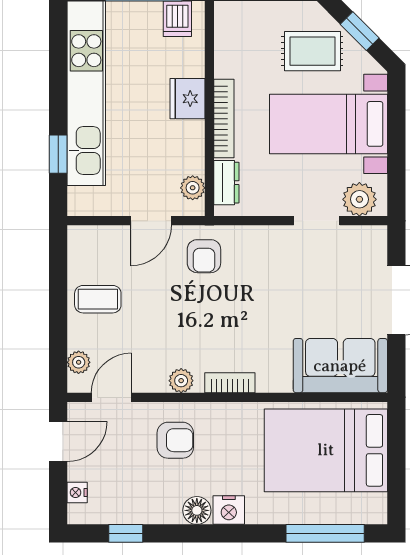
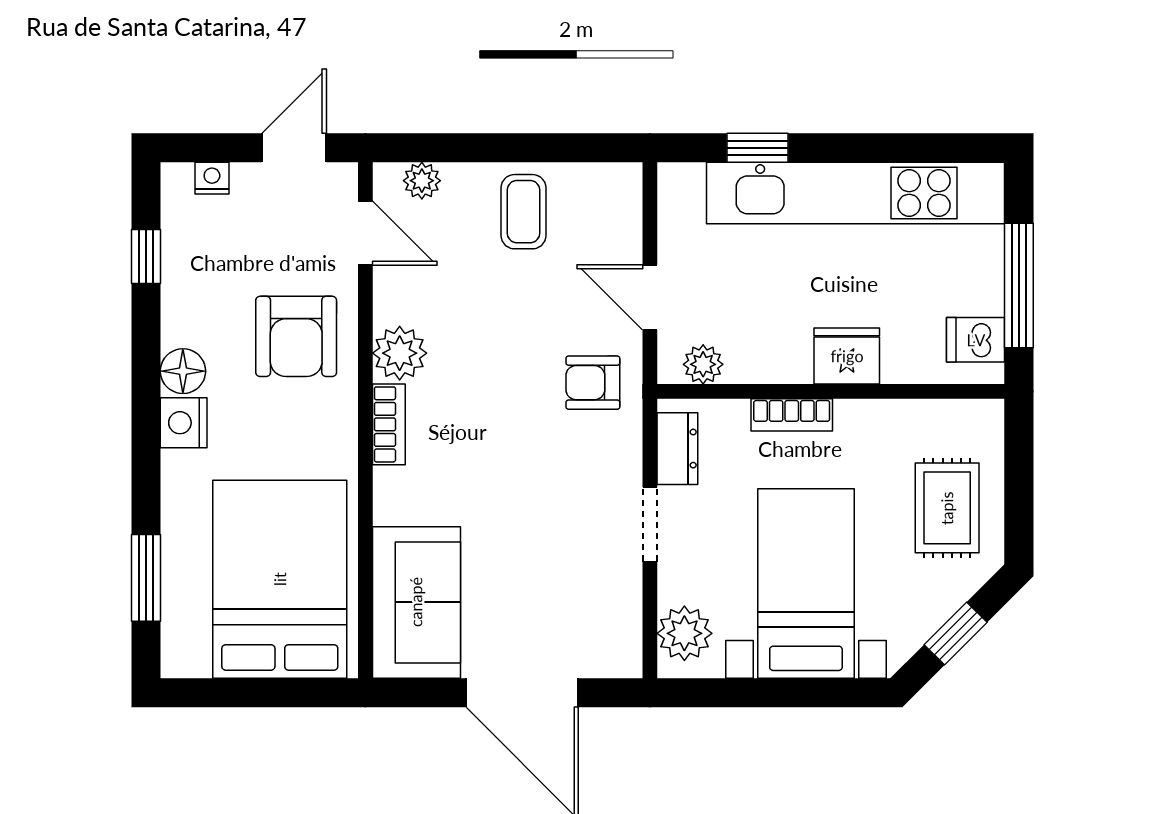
rug: (312, 51) -> (947, 508), moved
bookcase: (224, 119) -> (792, 415), width x0.64
dresser: (226, 183) -> (677, 449), moved, turned -90
doorway: (317, 221) -> (650, 524), moved
plant: (181, 381) -> (400, 353), width x1.38, depth x1.38
armchair: (175, 440) -> (296, 336), width x1.38, depth x1.38
door: (58, 441) -> (294, 148), swing flipped
window: (325, 533) -> (146, 578), width x0.69

